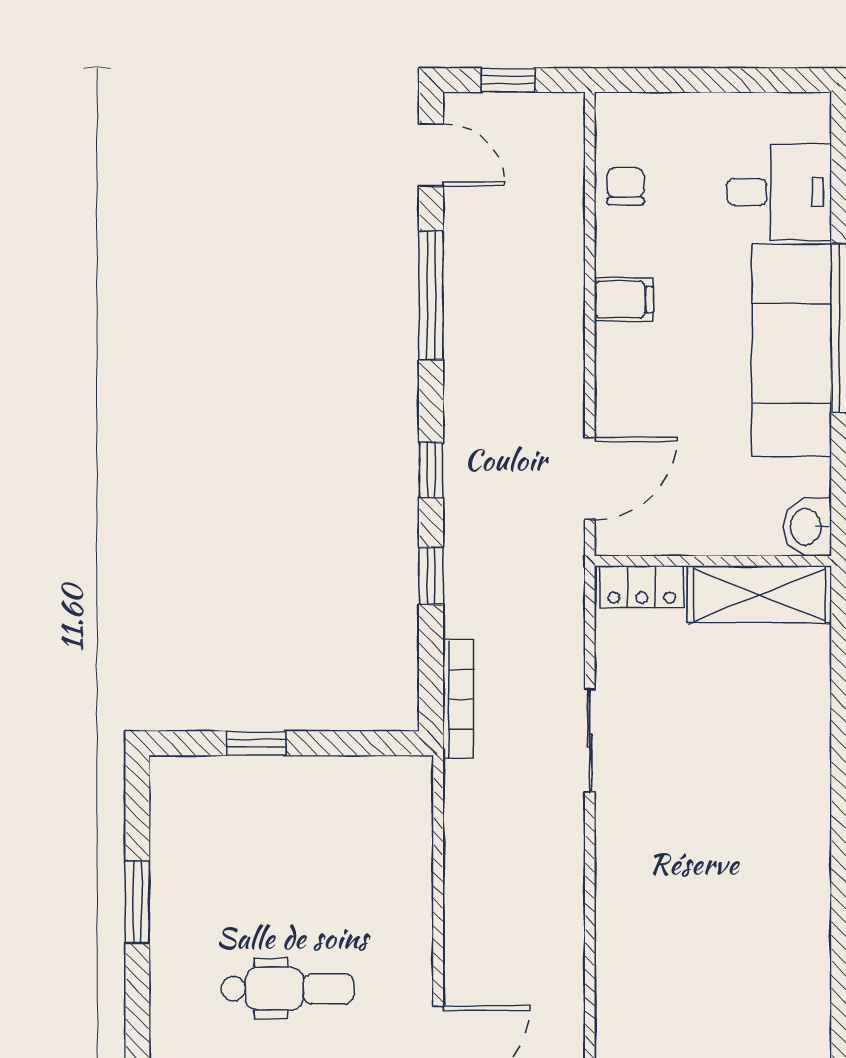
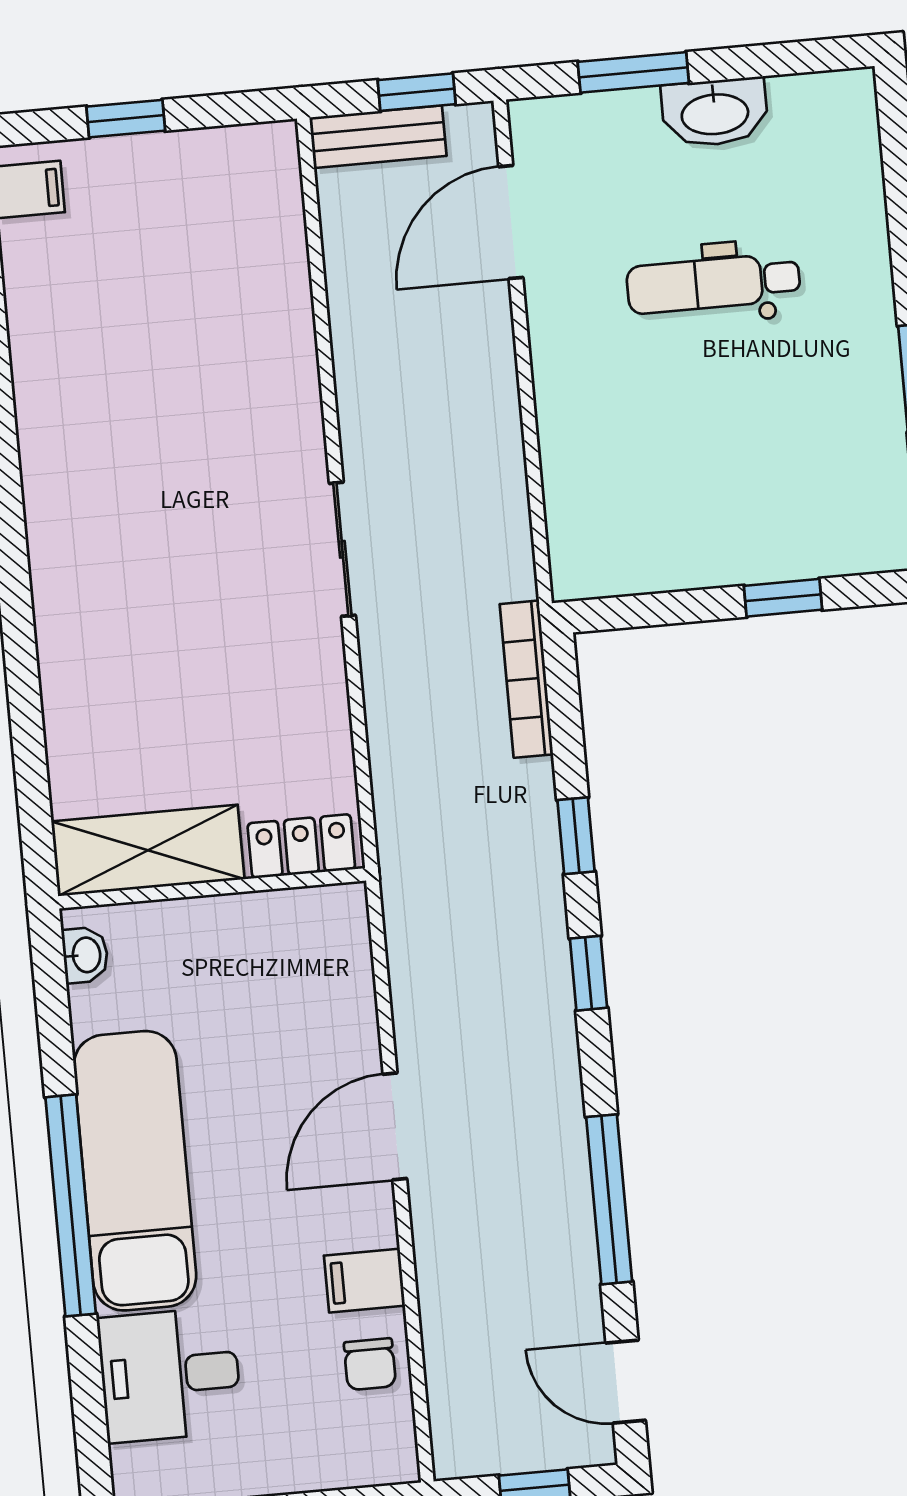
filing cabinet: (624, 299) -> (364, 1281), moved
door: (590, 479) -> (395, 1126), moved
washbasin: (807, 527) -> (85, 955), width x0.72, depth x0.69
sliding door: (590, 741) -> (342, 549), moved

